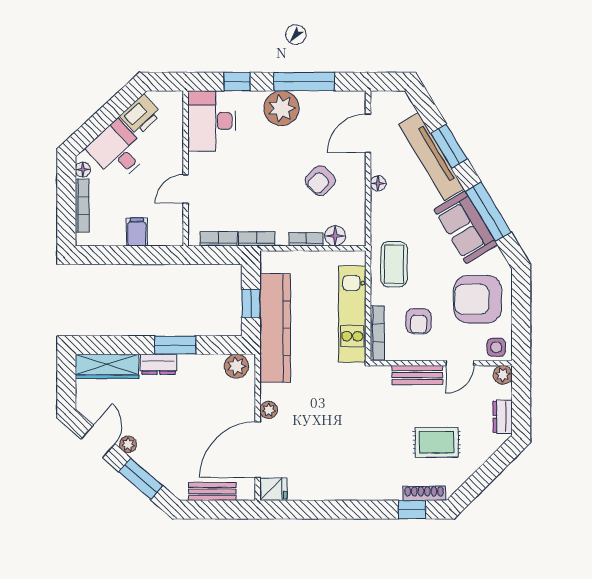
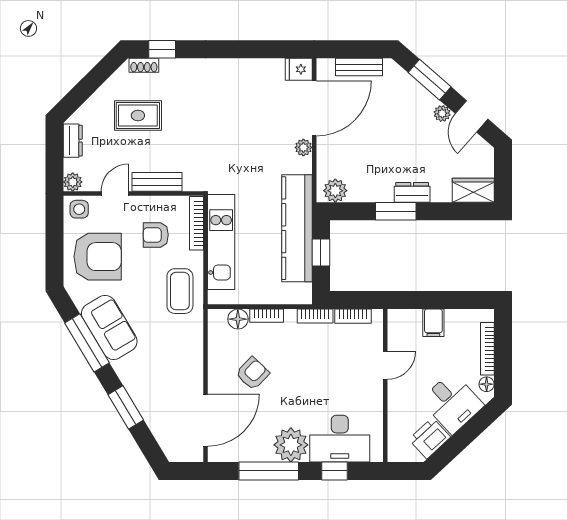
desk: (212, 121) -> (340, 439), moved, turned 90
door: (368, 133) -> (205, 420), width x1.36
tv unit: (431, 157) -> (143, 397), removed
floor lamp: (378, 183) -> (196, 371), removed
armchair: (419, 321) -> (156, 235), turned -90
wardrobe: (107, 366) -> (473, 190), width x0.67
shoe rack: (424, 493) -> (144, 65), width x0.70

